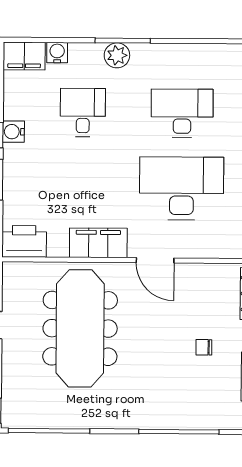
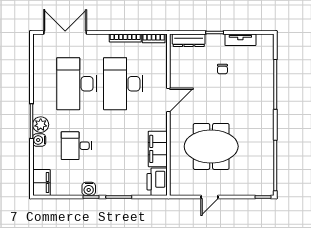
water cooler: (57, 53) -> (39, 140), moved
desk: (182, 113) -> (76, 84), width x1.36, depth x1.30
filing cabinet: (98, 243) -> (158, 149), moved
meeting table: (80, 328) -> (211, 146), width x0.73

